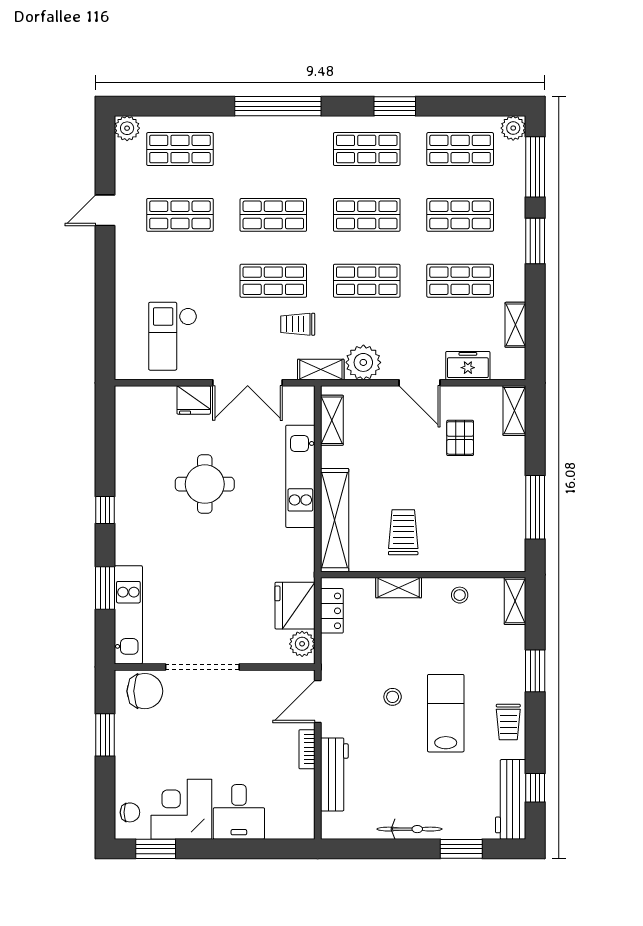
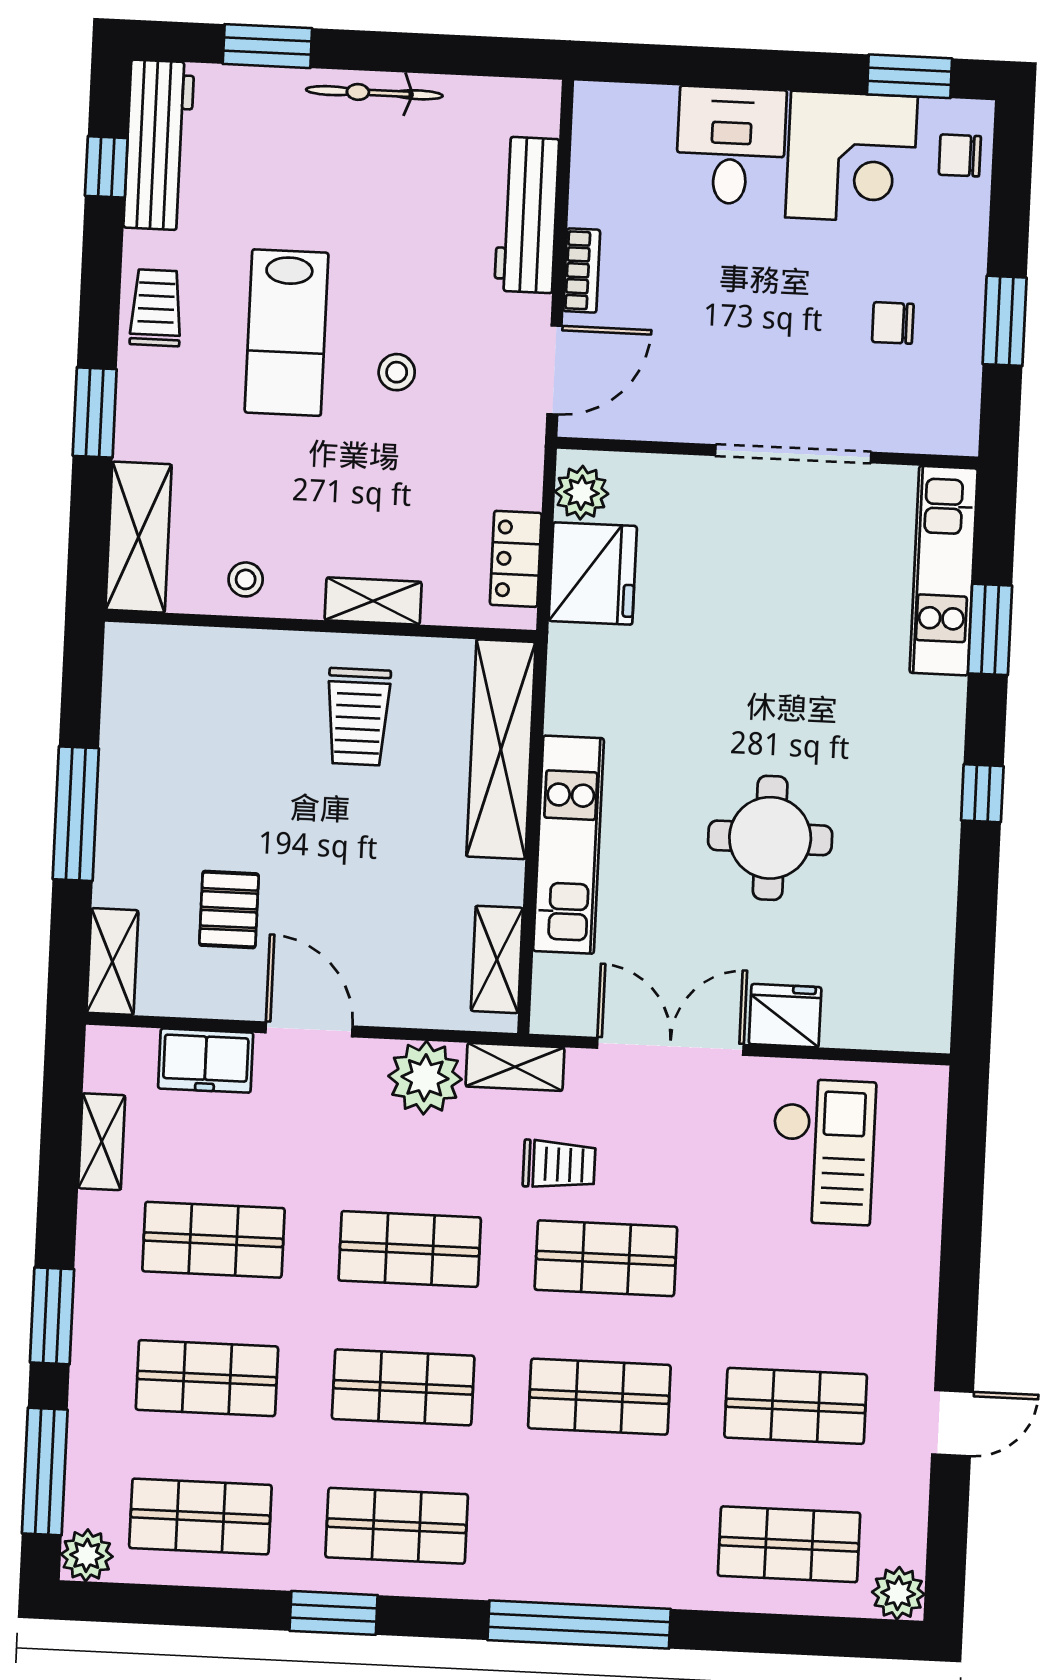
window: (535, 507) -> (76, 814), moved
shelving: (515, 601) -> (139, 537), width x1.50, depth x1.33
chair: (145, 691) -> (893, 323), moved, width x0.54, depth x0.54

